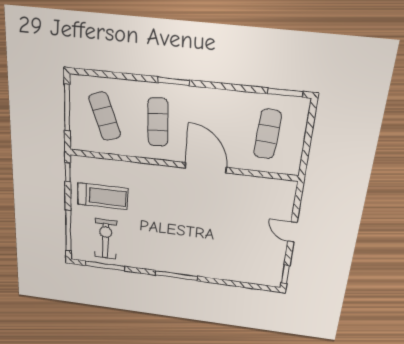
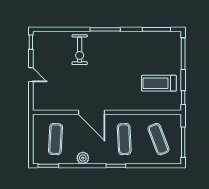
plant: (226, 99) -> (83, 158), added
exercise bike: (106, 239) -> (80, 50), moved

